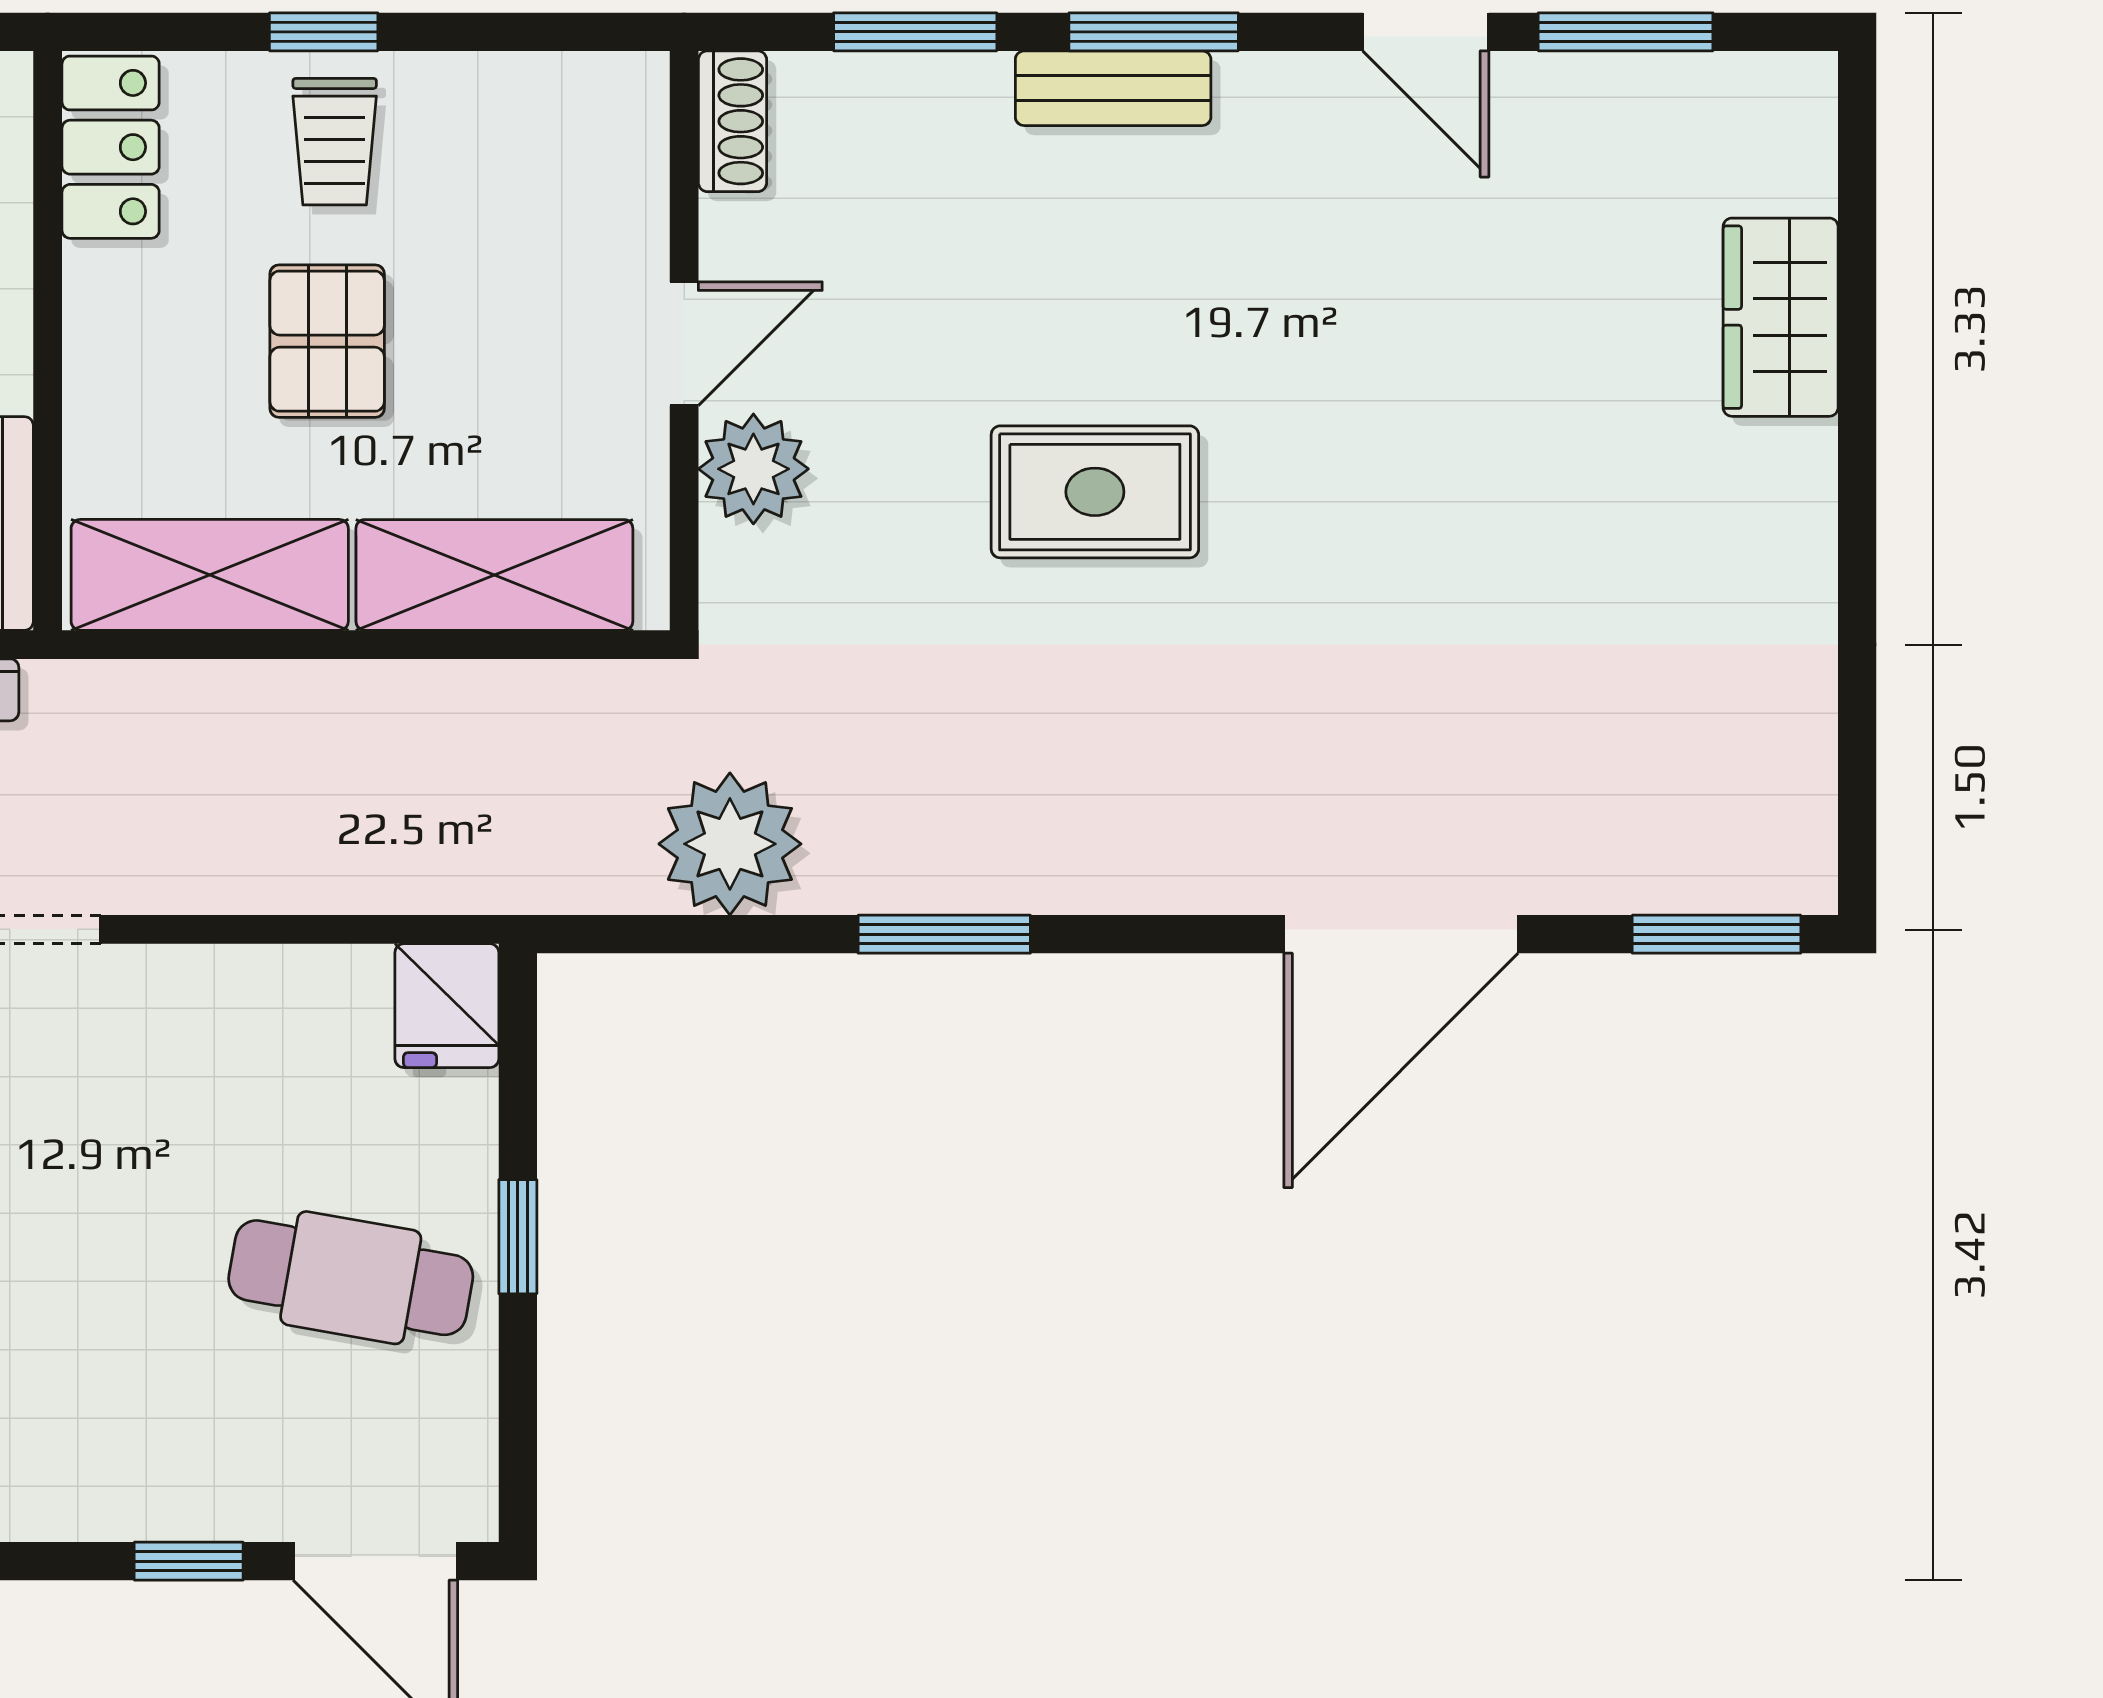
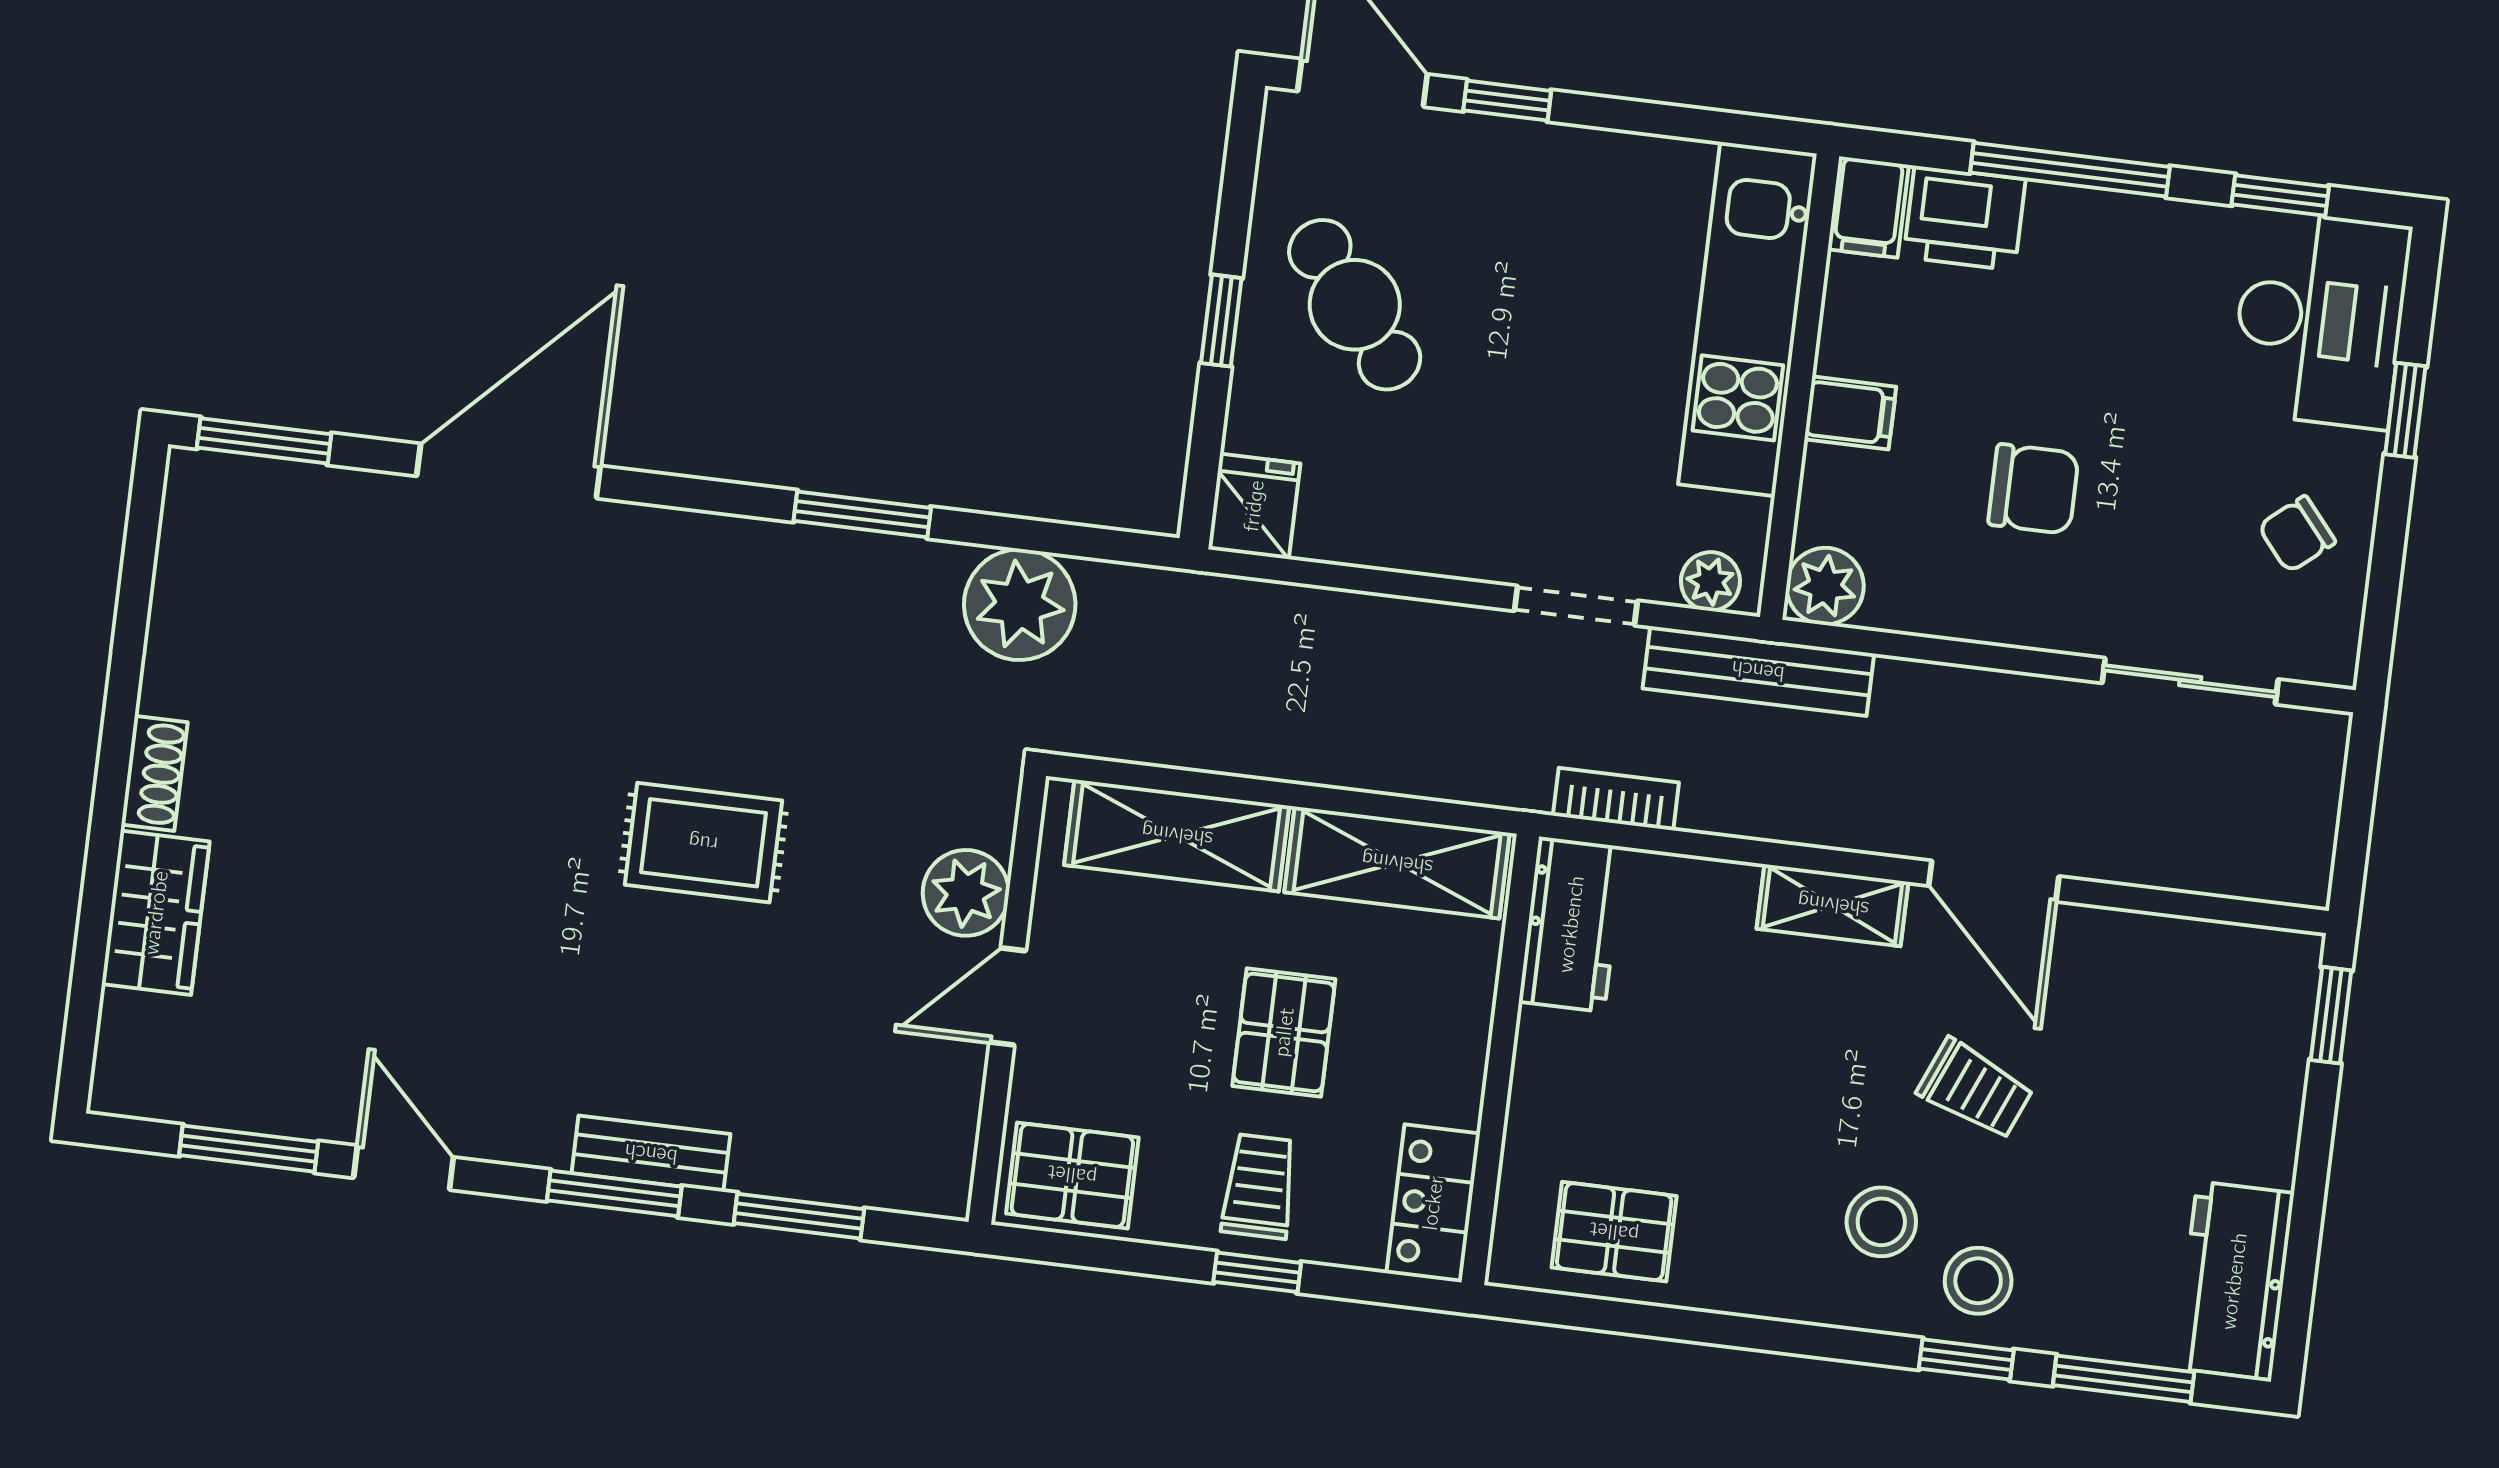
shoe rack: (732, 121) -> (154, 773), moved, turned 180
pallet: (574, 126) -> (1072, 1175), added
cafe table: (351, 1278) -> (1355, 305), turned 41

